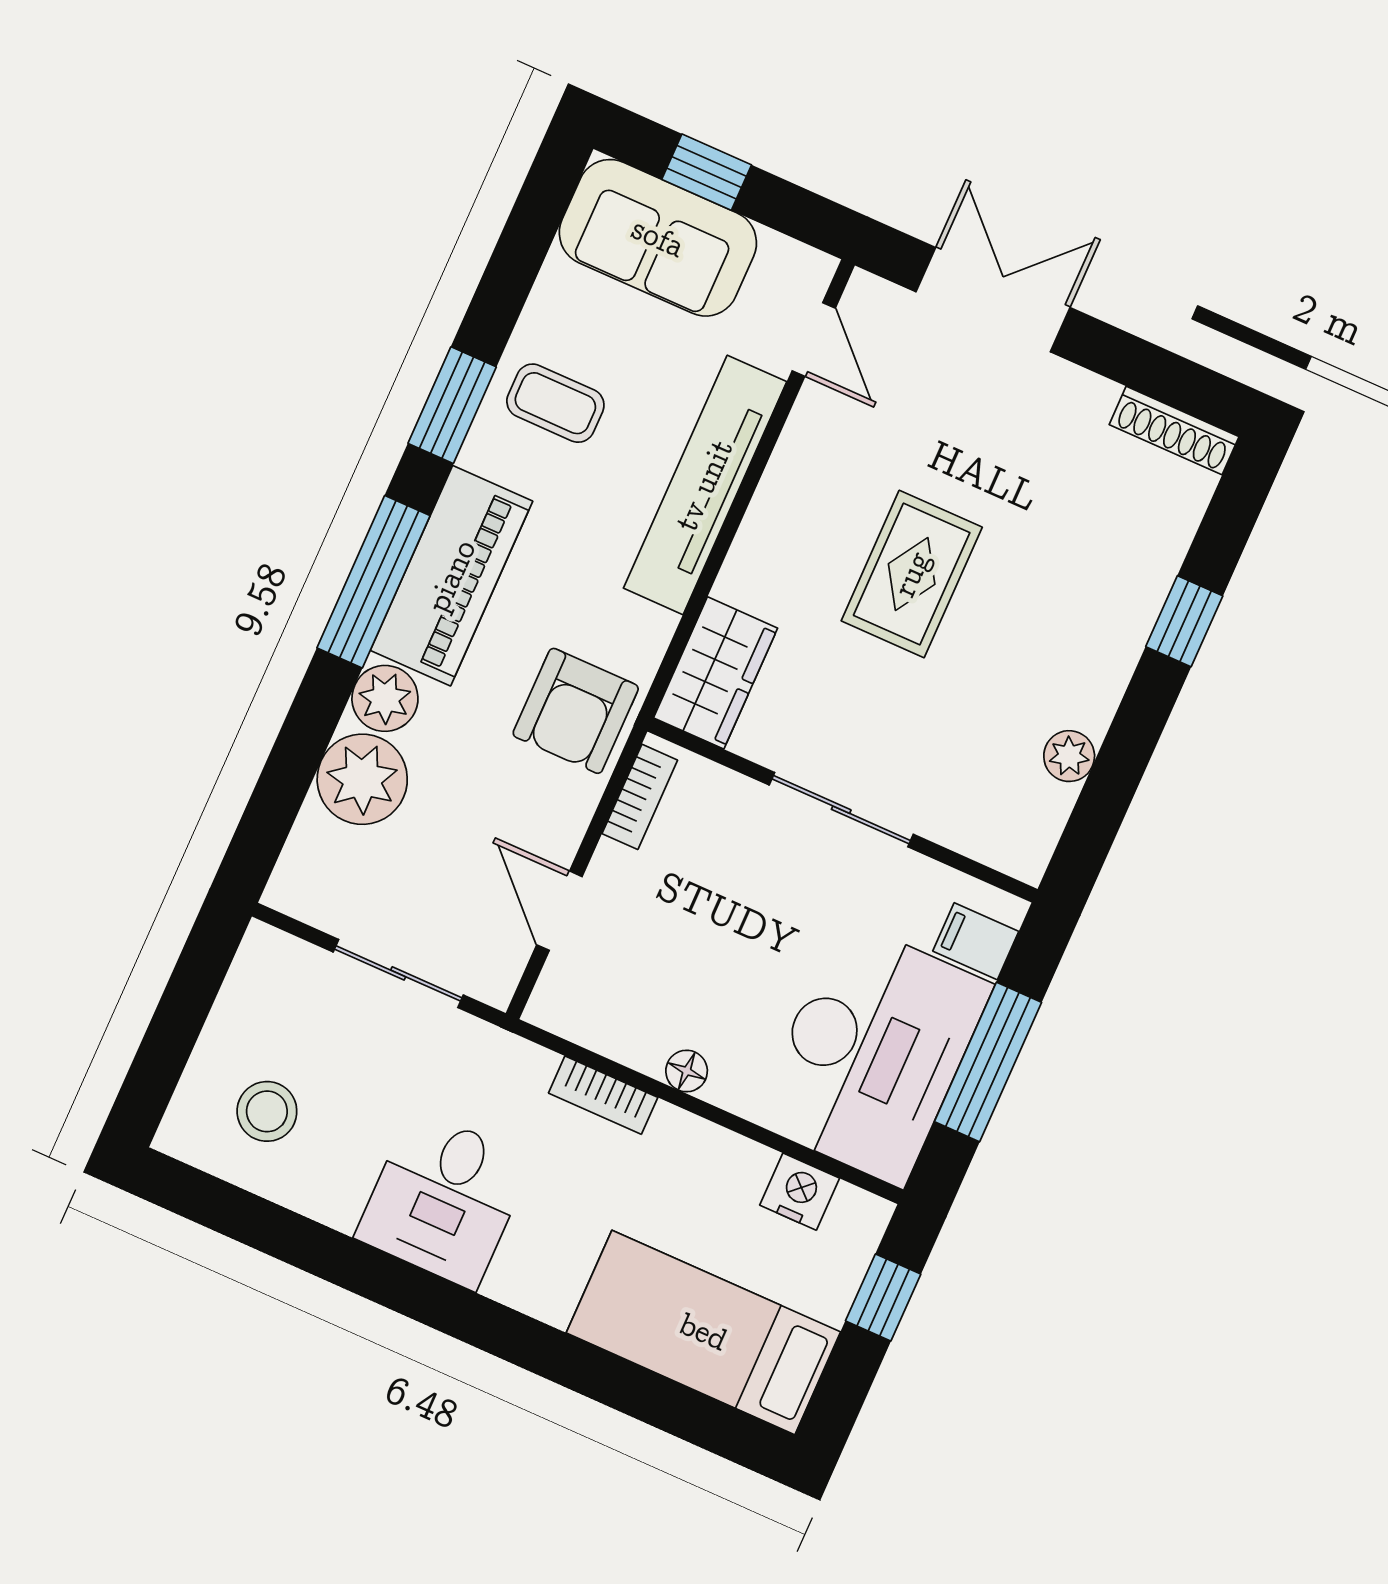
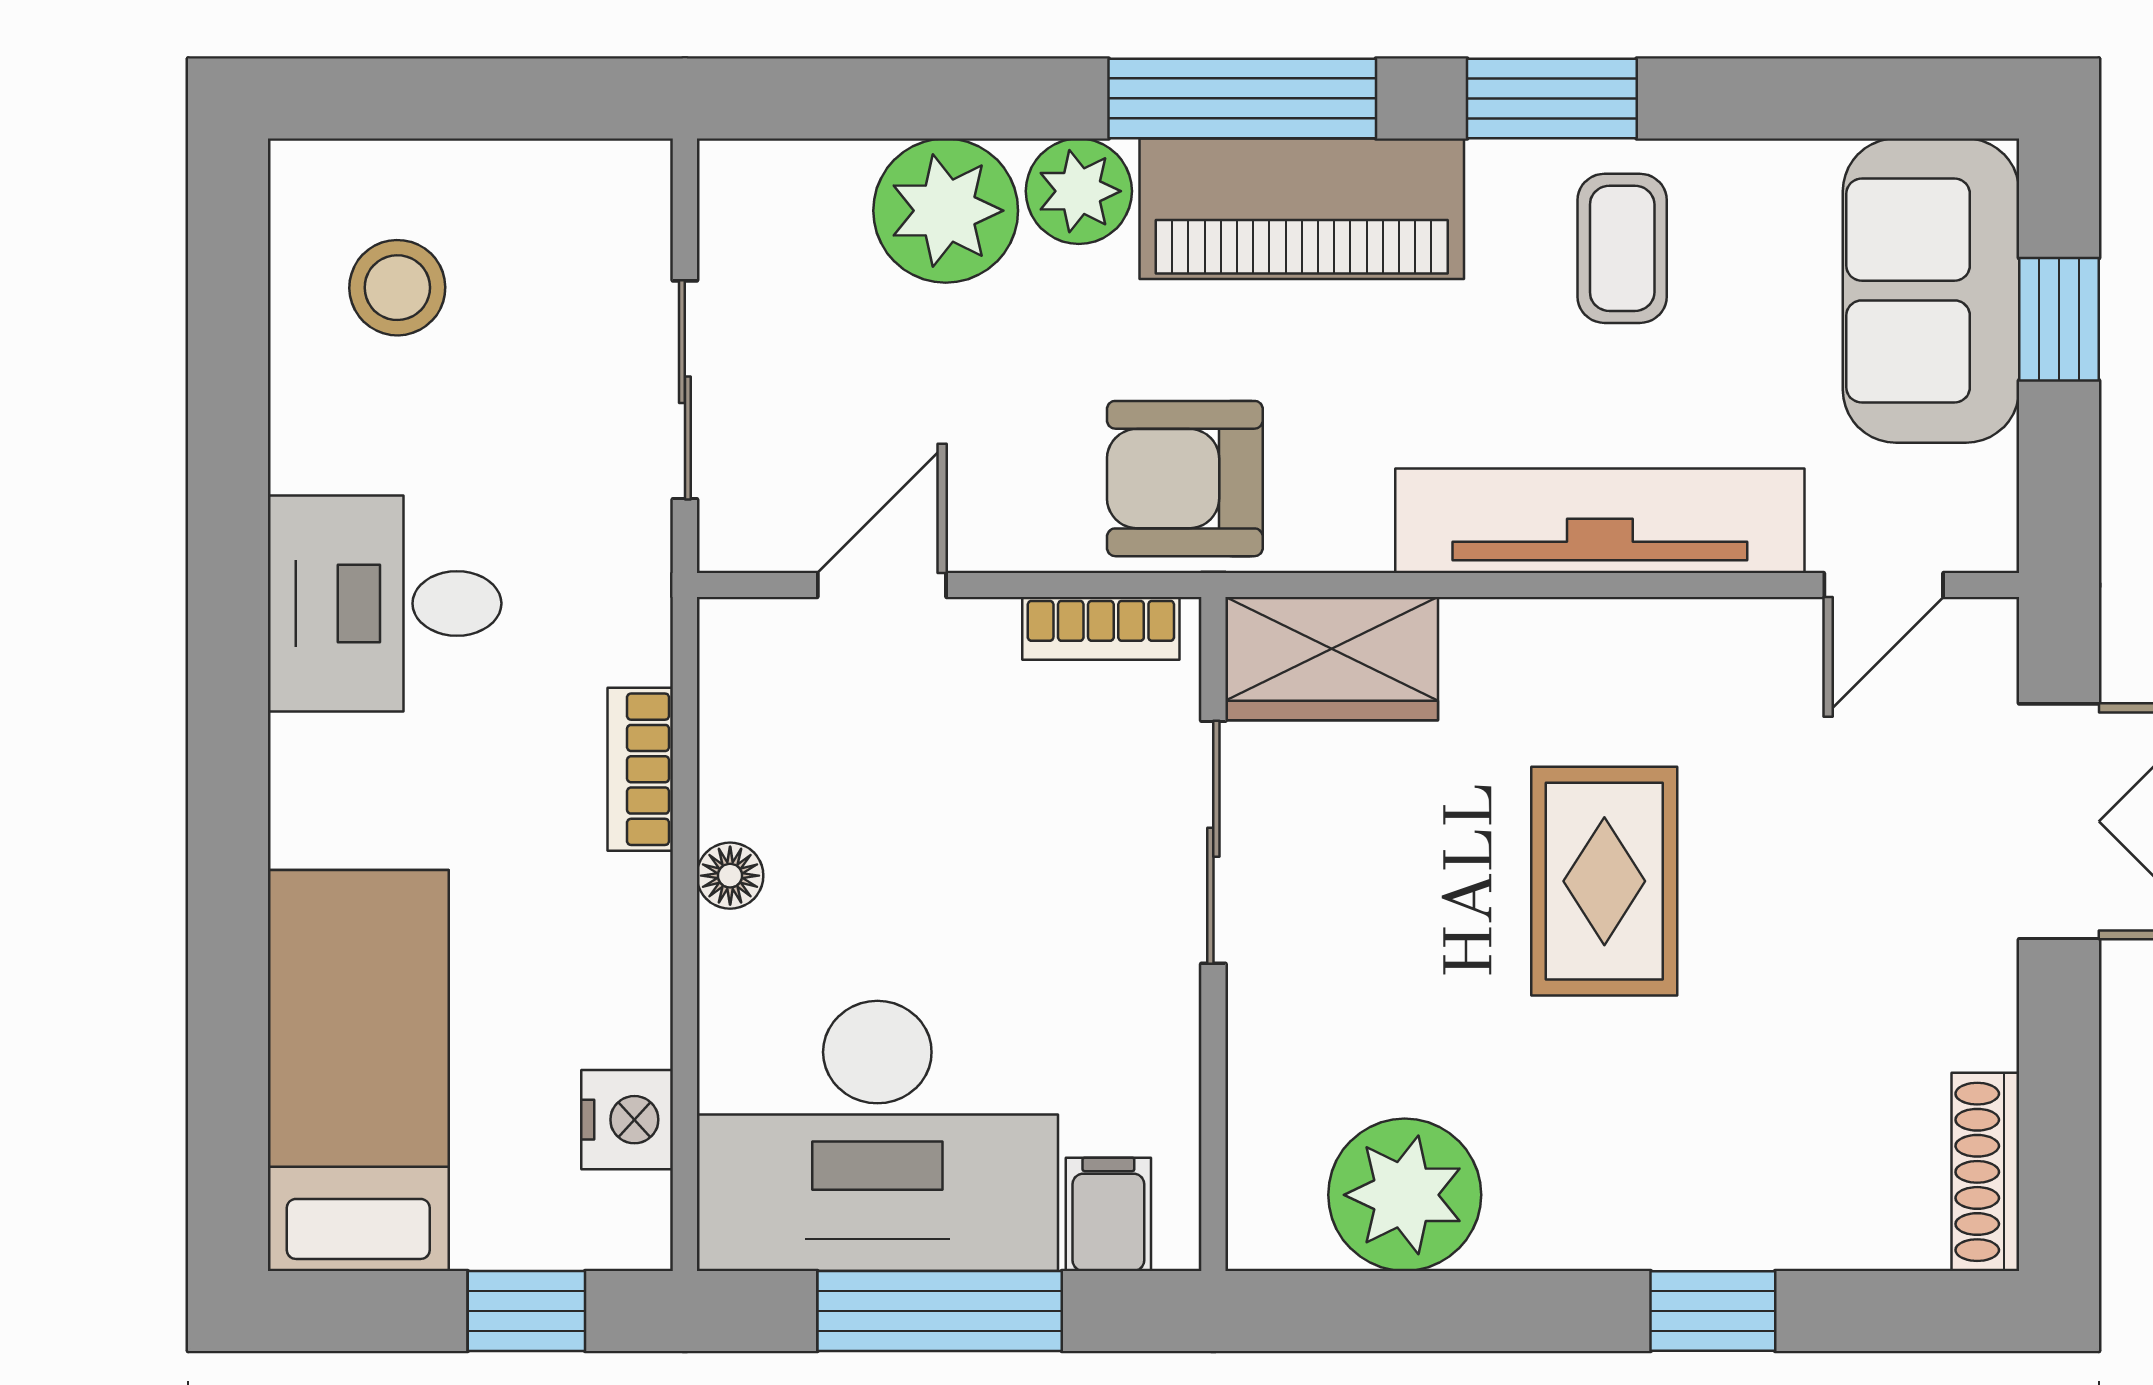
rug: (912, 574) -> (1604, 881), turned 90
plant: (1069, 756) -> (1405, 1195), width x1.87, depth x1.87
sliding door: (841, 810) -> (1213, 842), moved

